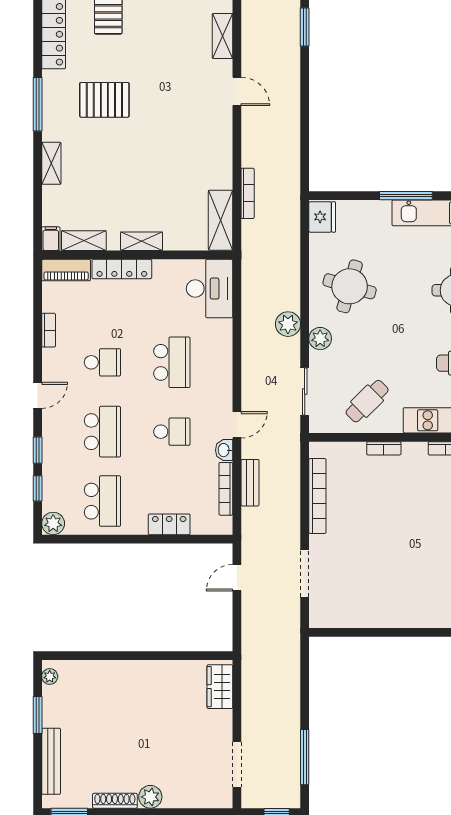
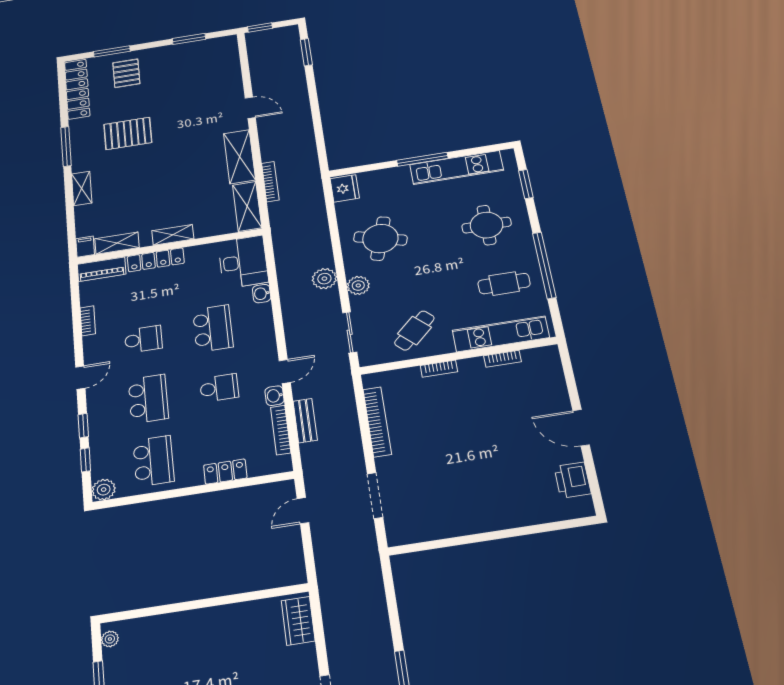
shelving: (222, 36) -> (239, 157), moved, width x1.50, depth x1.33
washbasin: (224, 330) -> (262, 294), added

